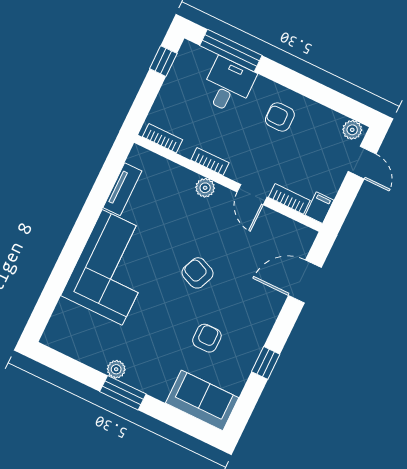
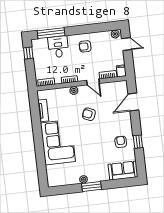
armchair: (198, 273) -> (89, 114), moved
armchair: (207, 338) -> (121, 142), moved

